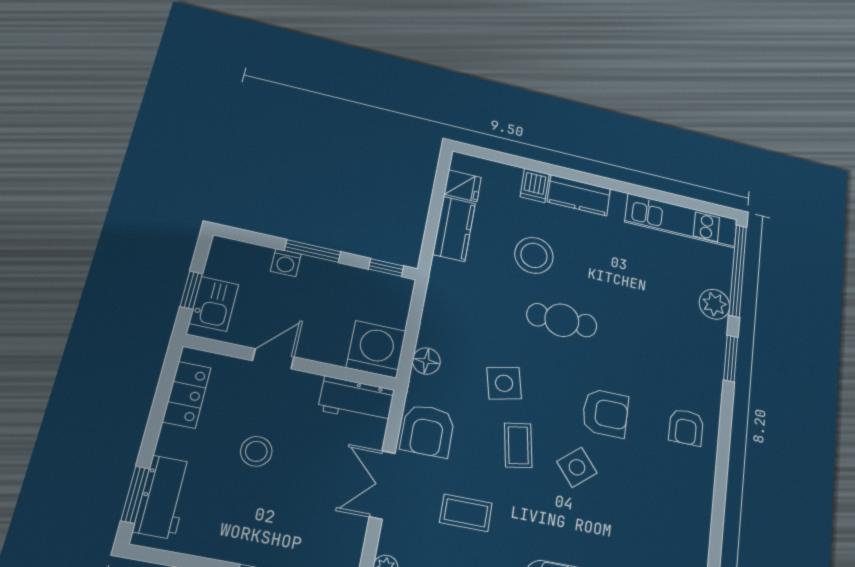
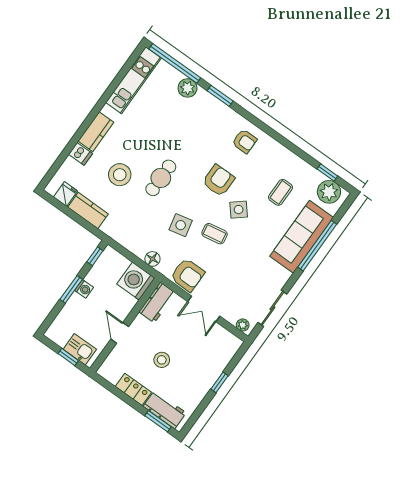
washing machine: (286, 263) -> (84, 289), moved
locker: (187, 395) -> (133, 389), moved
coffee table: (466, 513) -> (281, 192), moved

